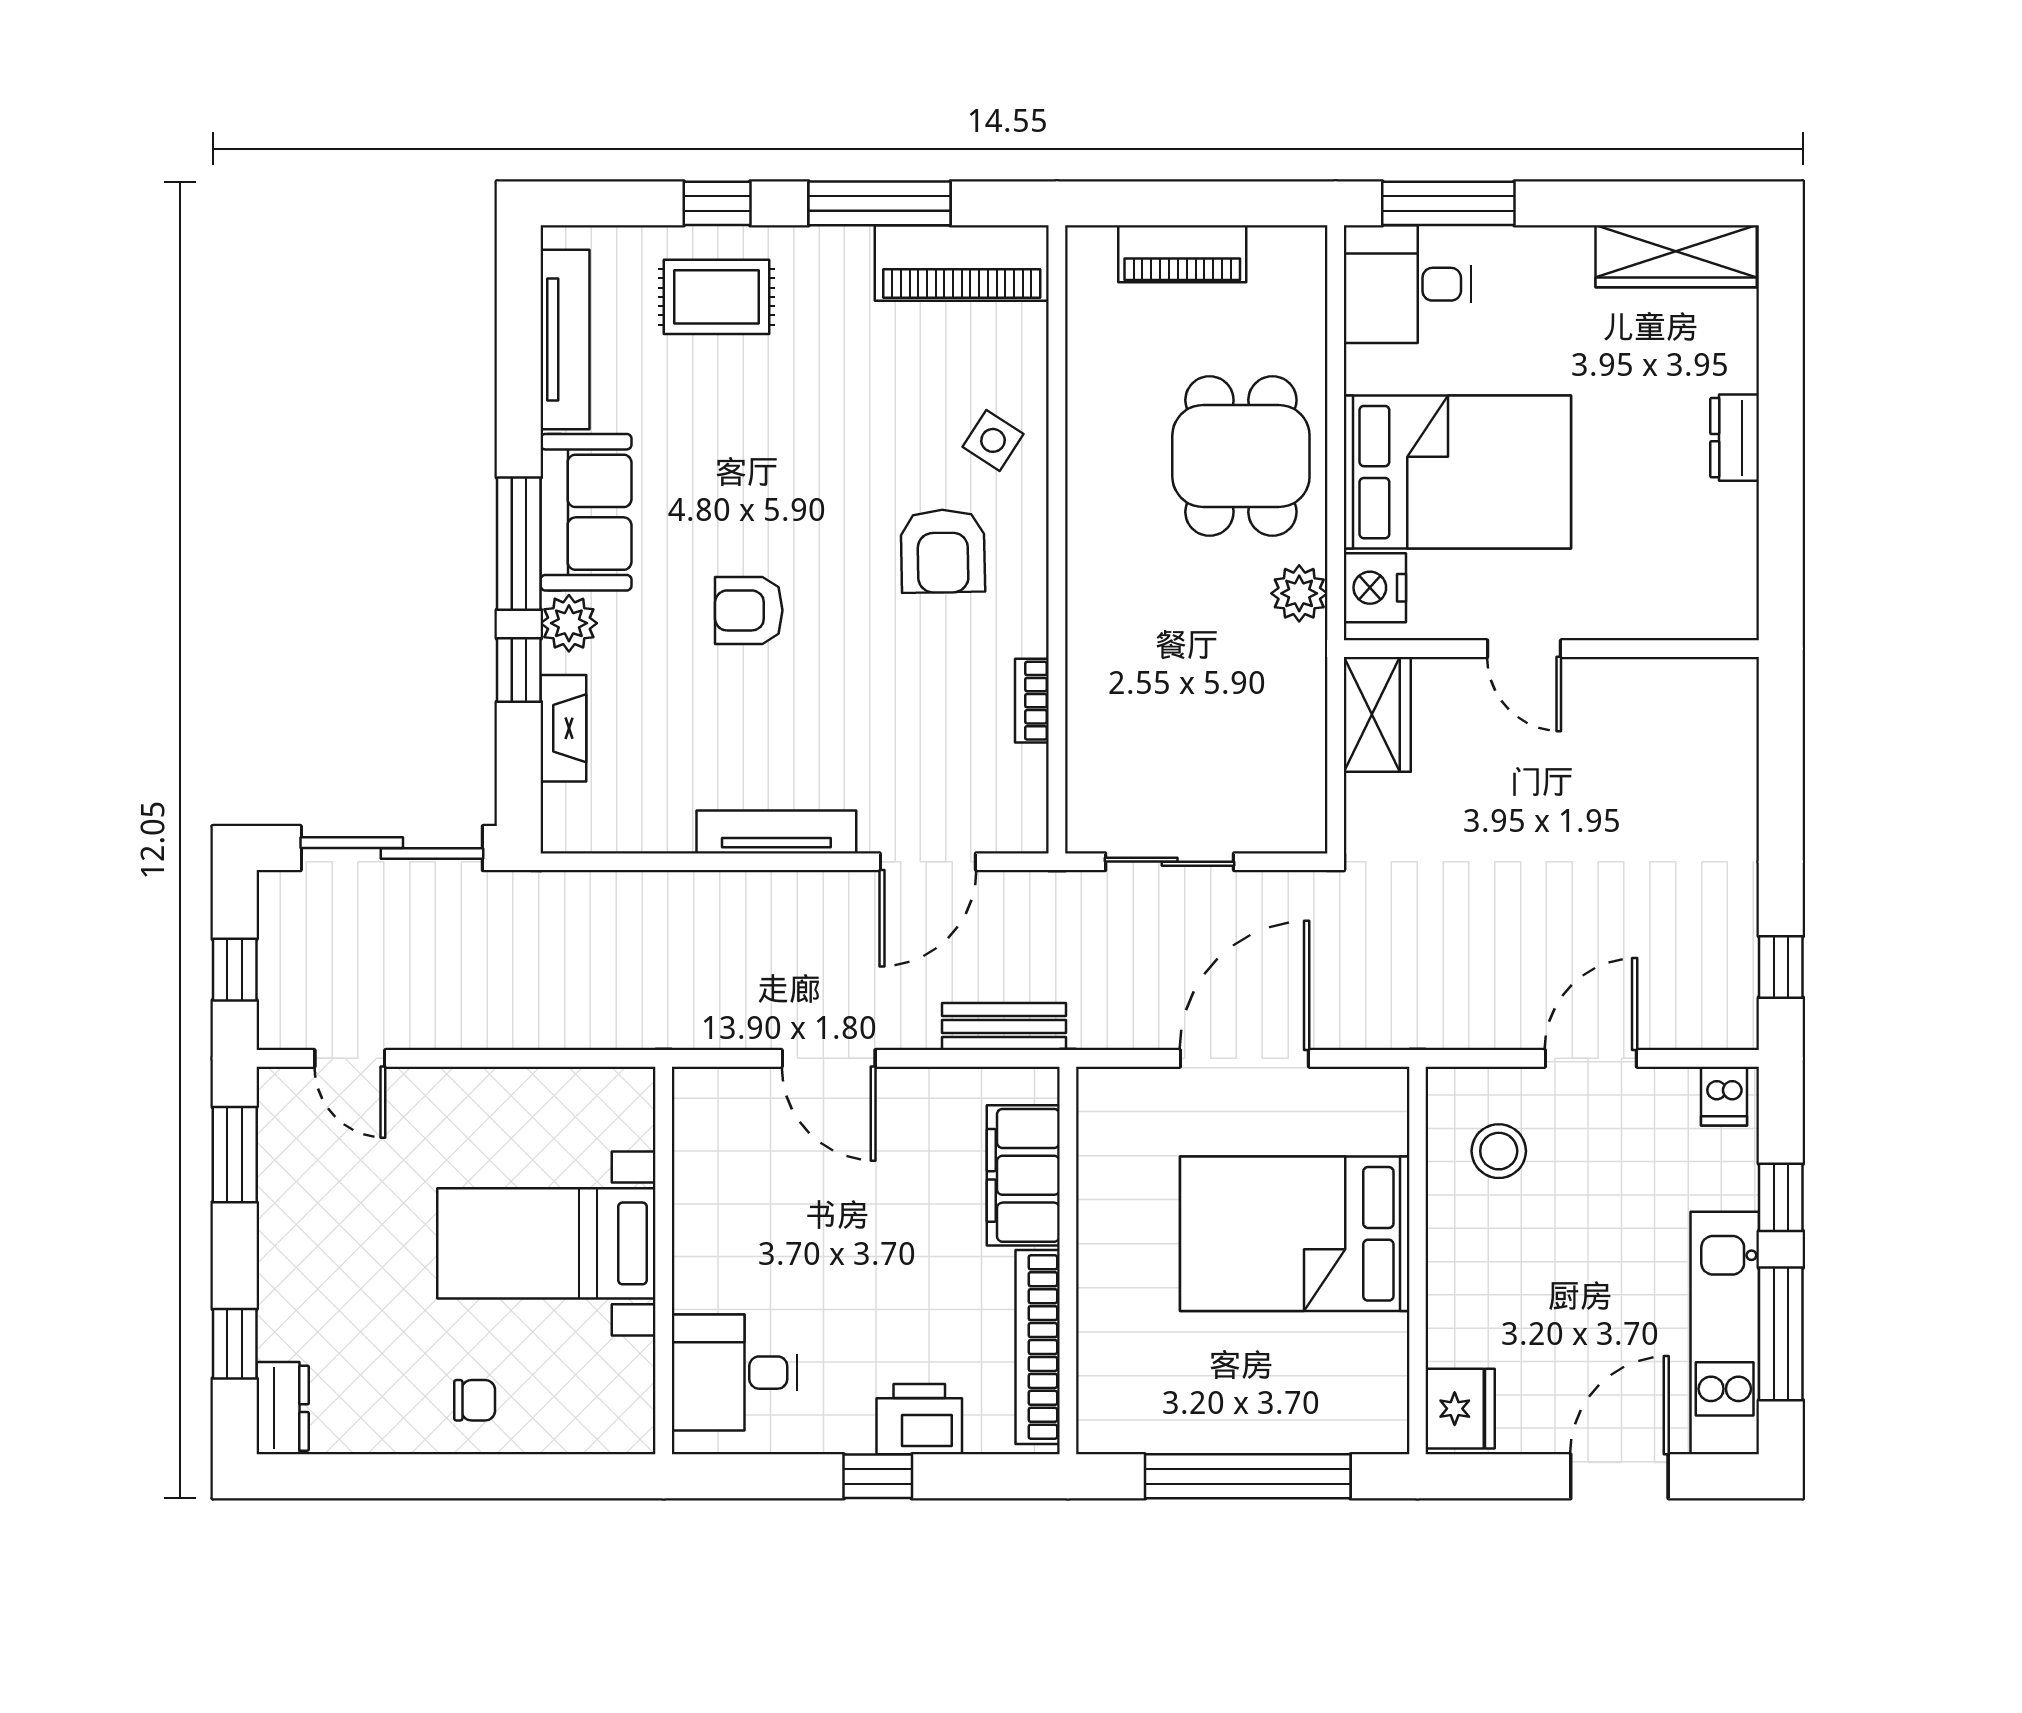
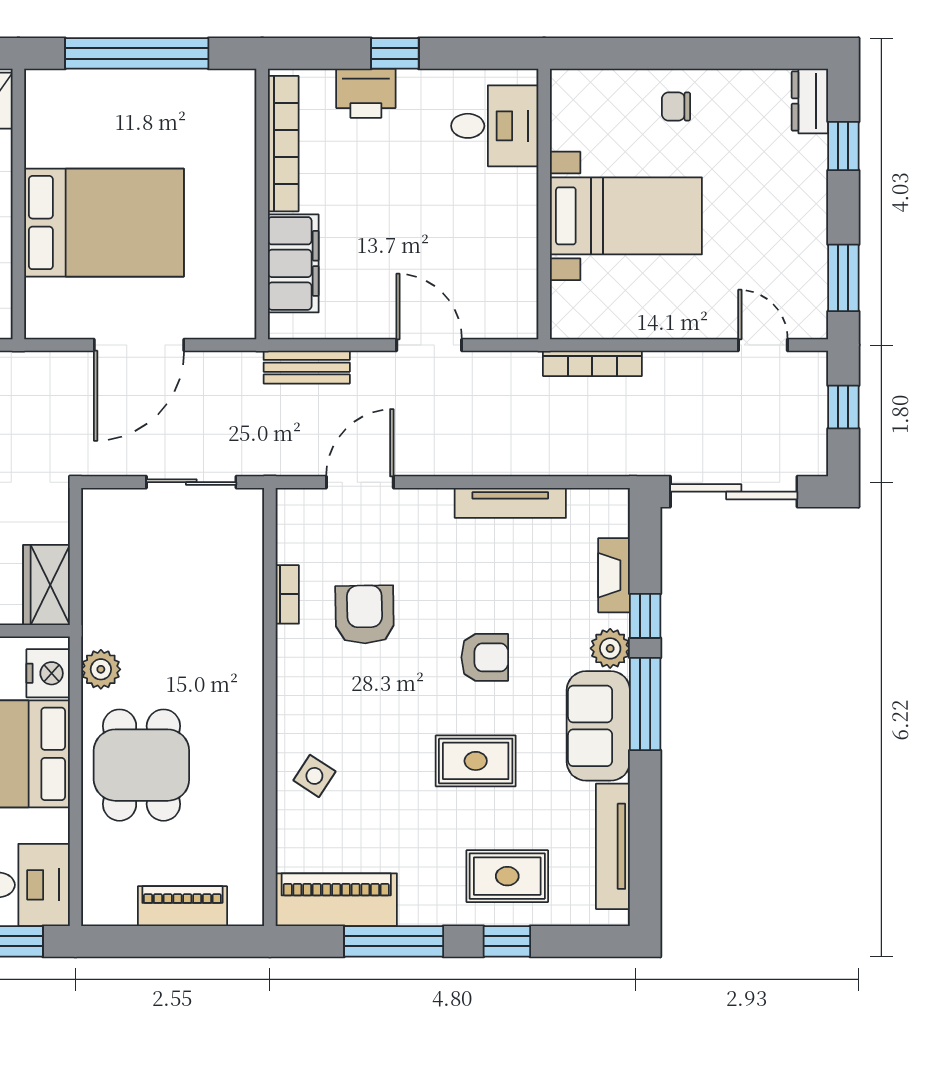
rug: (762, 462) -> (476, 761), added
armchair: (943, 551) -> (365, 614), moved
tv unit: (776, 832) -> (510, 503), moved
bookcase: (594, 1032) -> (592, 363), added

